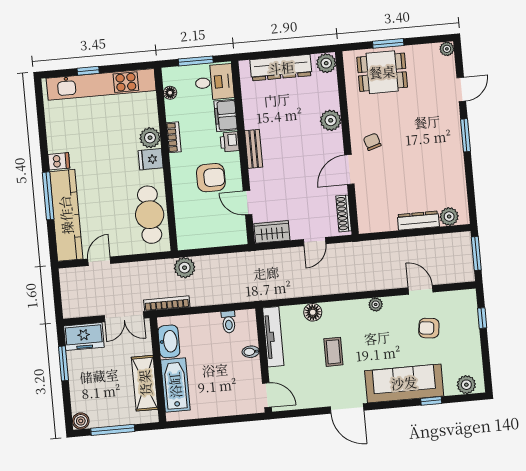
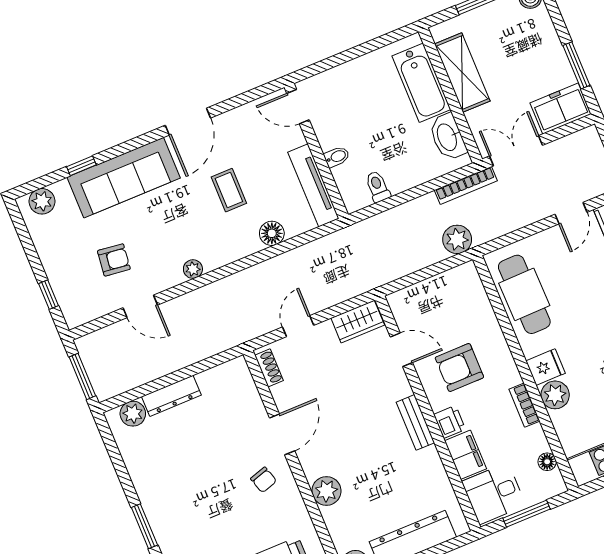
shoe rack: (344, 213) -> (269, 368), width x0.70
door: (347, 409) -> (188, 122), swing flipped

